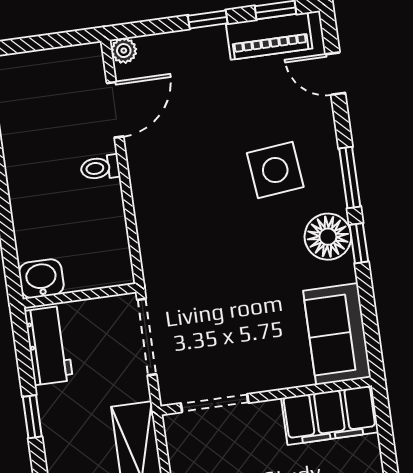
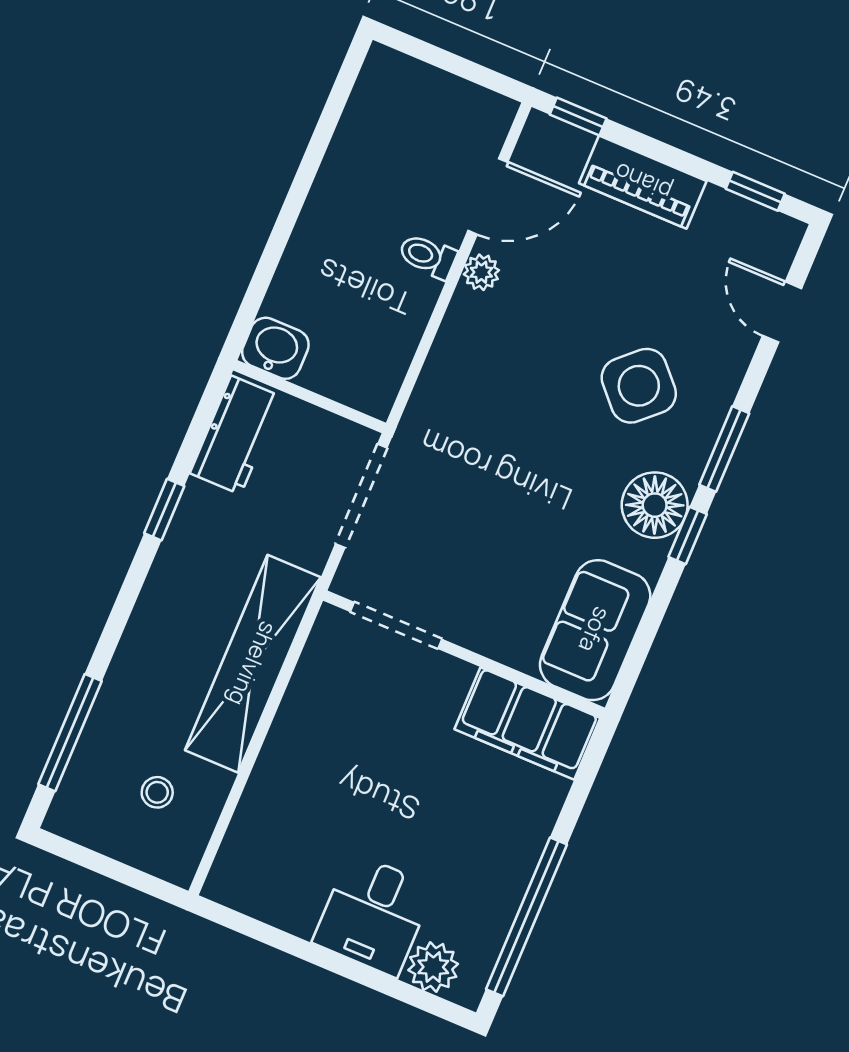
window: (208, 19) -> (578, 116), moved
piano: (269, 36) -> (643, 182), moved
plant: (124, 51) -> (481, 272), moved
side table: (275, 170) -> (639, 386), turned -37

